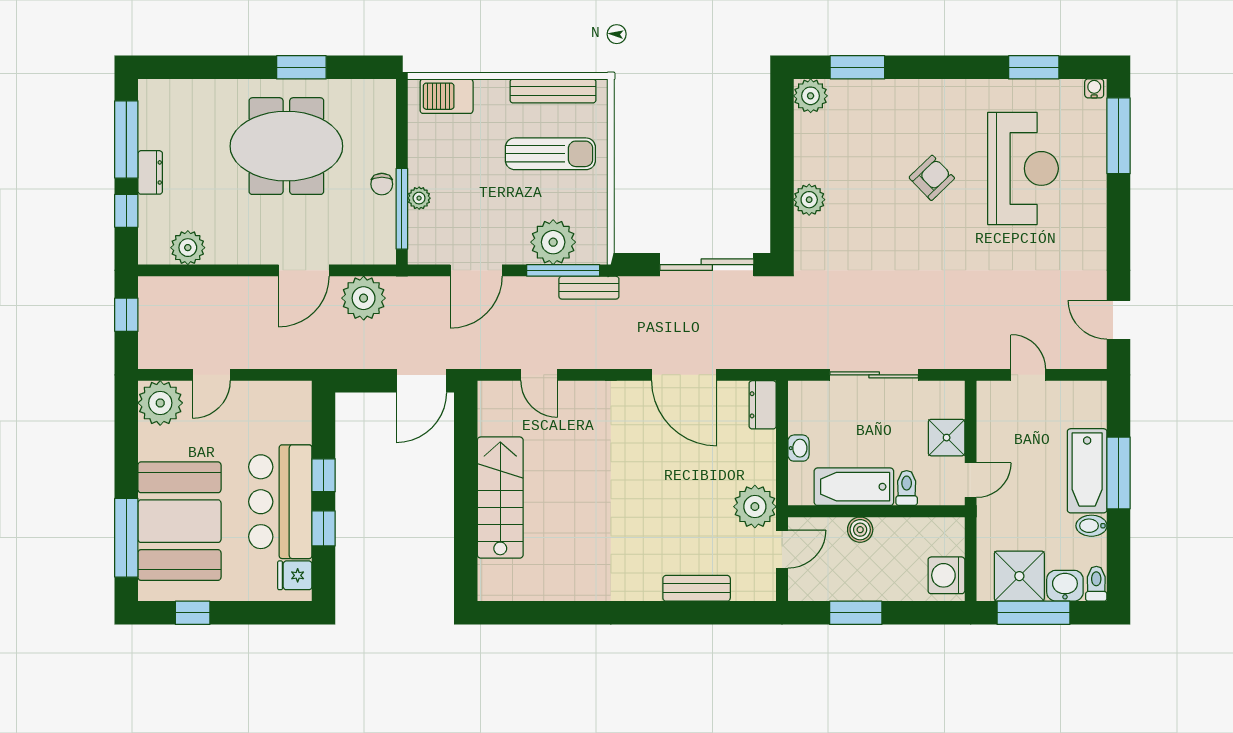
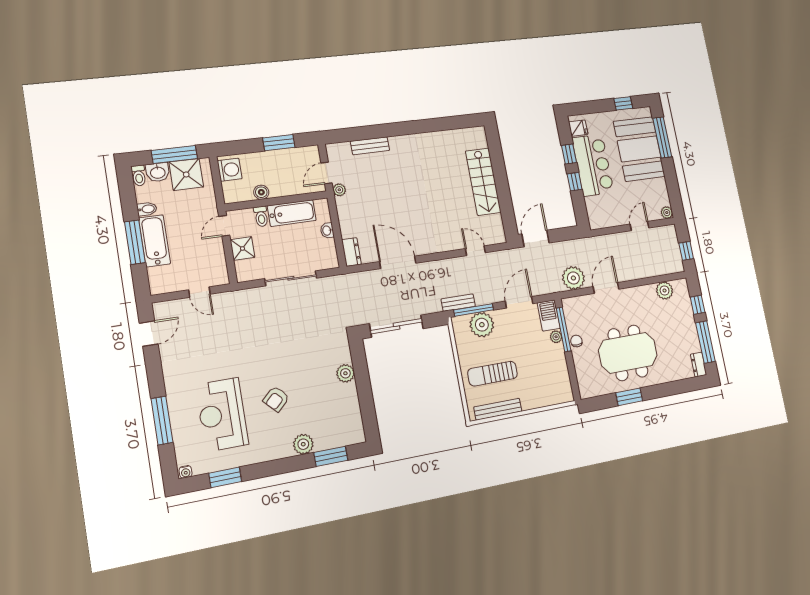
barbecue: (447, 96) -> (549, 316), moved, turned -90
plant: (811, 96) -> (303, 444), moved
window: (1119, 136) -> (162, 421), moved
dresser: (150, 172) -> (699, 365), moved
door: (1119, 320) -> (149, 334), hinge flipped
plant: (160, 403) -> (667, 213), width x0.53, depth x0.53
plant: (755, 507) -> (339, 190), width x0.53, depth x0.53
boiler: (860, 530) -> (261, 192), moved

